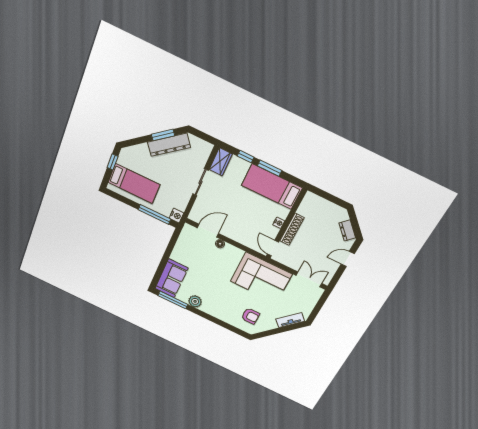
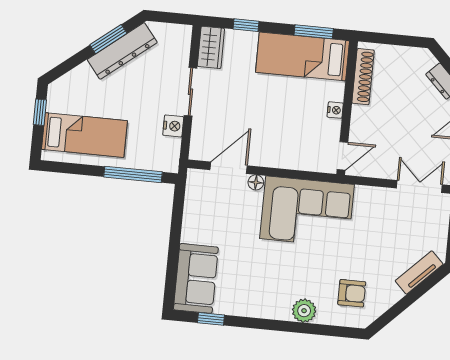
window: (270, 168) -> (314, 32), moved
nightstand: (176, 216) -> (173, 126), moved
shoe rack: (292, 229) -> (363, 77), moved
door: (273, 248) -> (342, 156), swing flipped
corner sofa: (261, 278) -> (307, 212), moved
window: (173, 300) -> (211, 319), width x0.46
plant: (195, 301) -> (304, 311), moved

